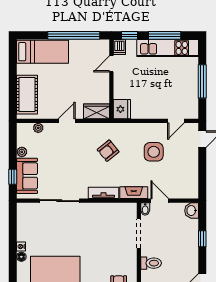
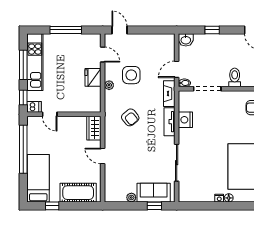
window: (13, 67) -> (52, 206), added
fridge: (122, 109) -> (93, 77), moved, turned -90
plant: (38, 128) -> (109, 85), moved
nightstand: (106, 210) -> (185, 120), added

